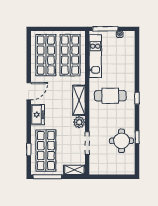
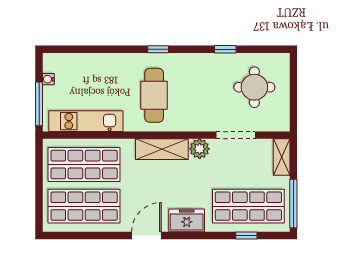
door: (29, 91) -> (146, 235), hinge flipped
round table: (122, 141) -> (254, 87), moved

